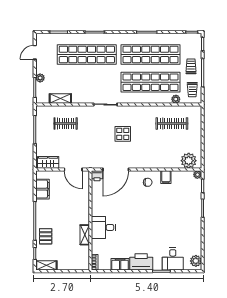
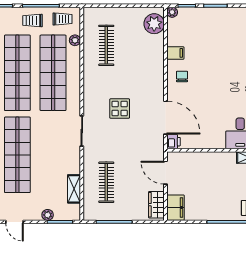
clothes rail: (66, 123) -> (106, 182), width x1.36
door: (73, 170) -> (166, 173), swing flipped
filing cabinet: (42, 189) -> (175, 208), moved, turned 90

